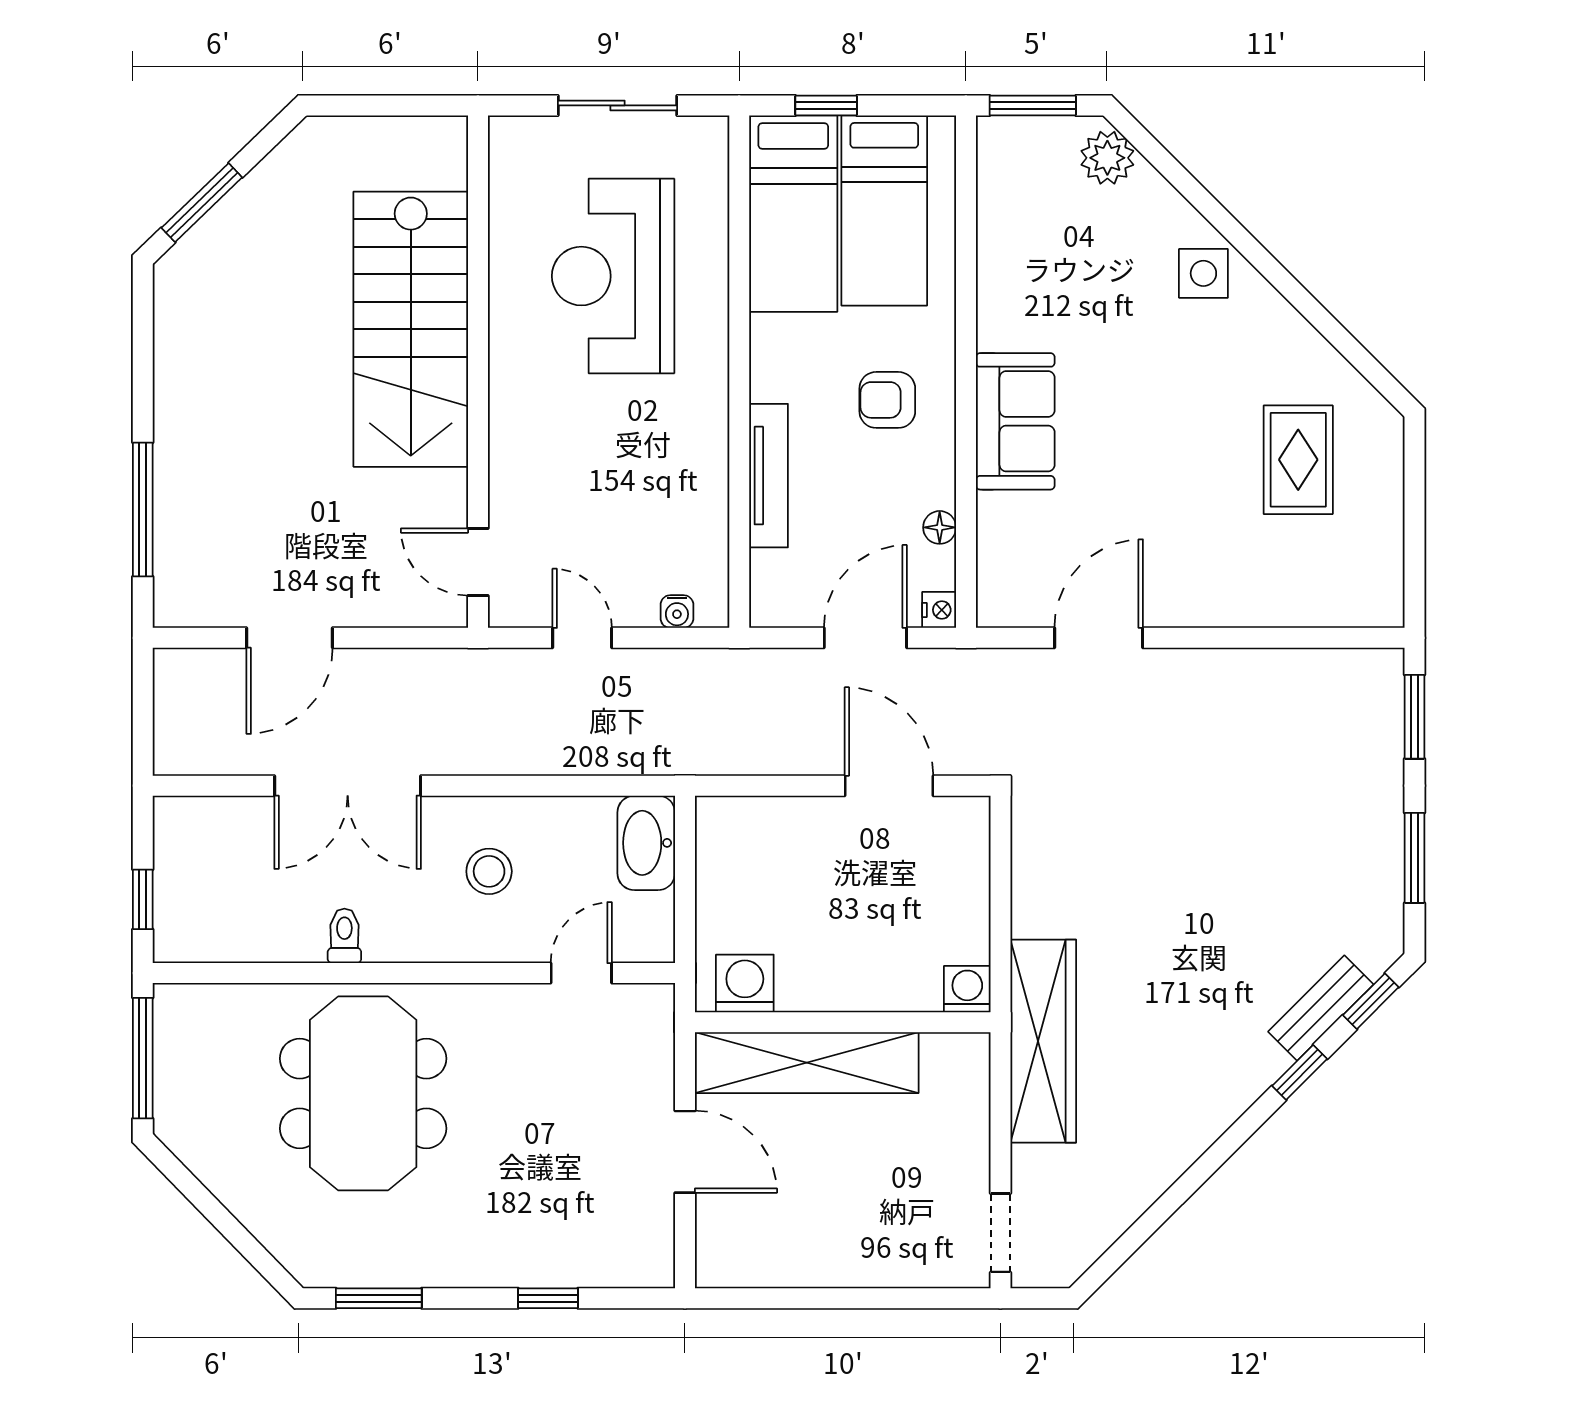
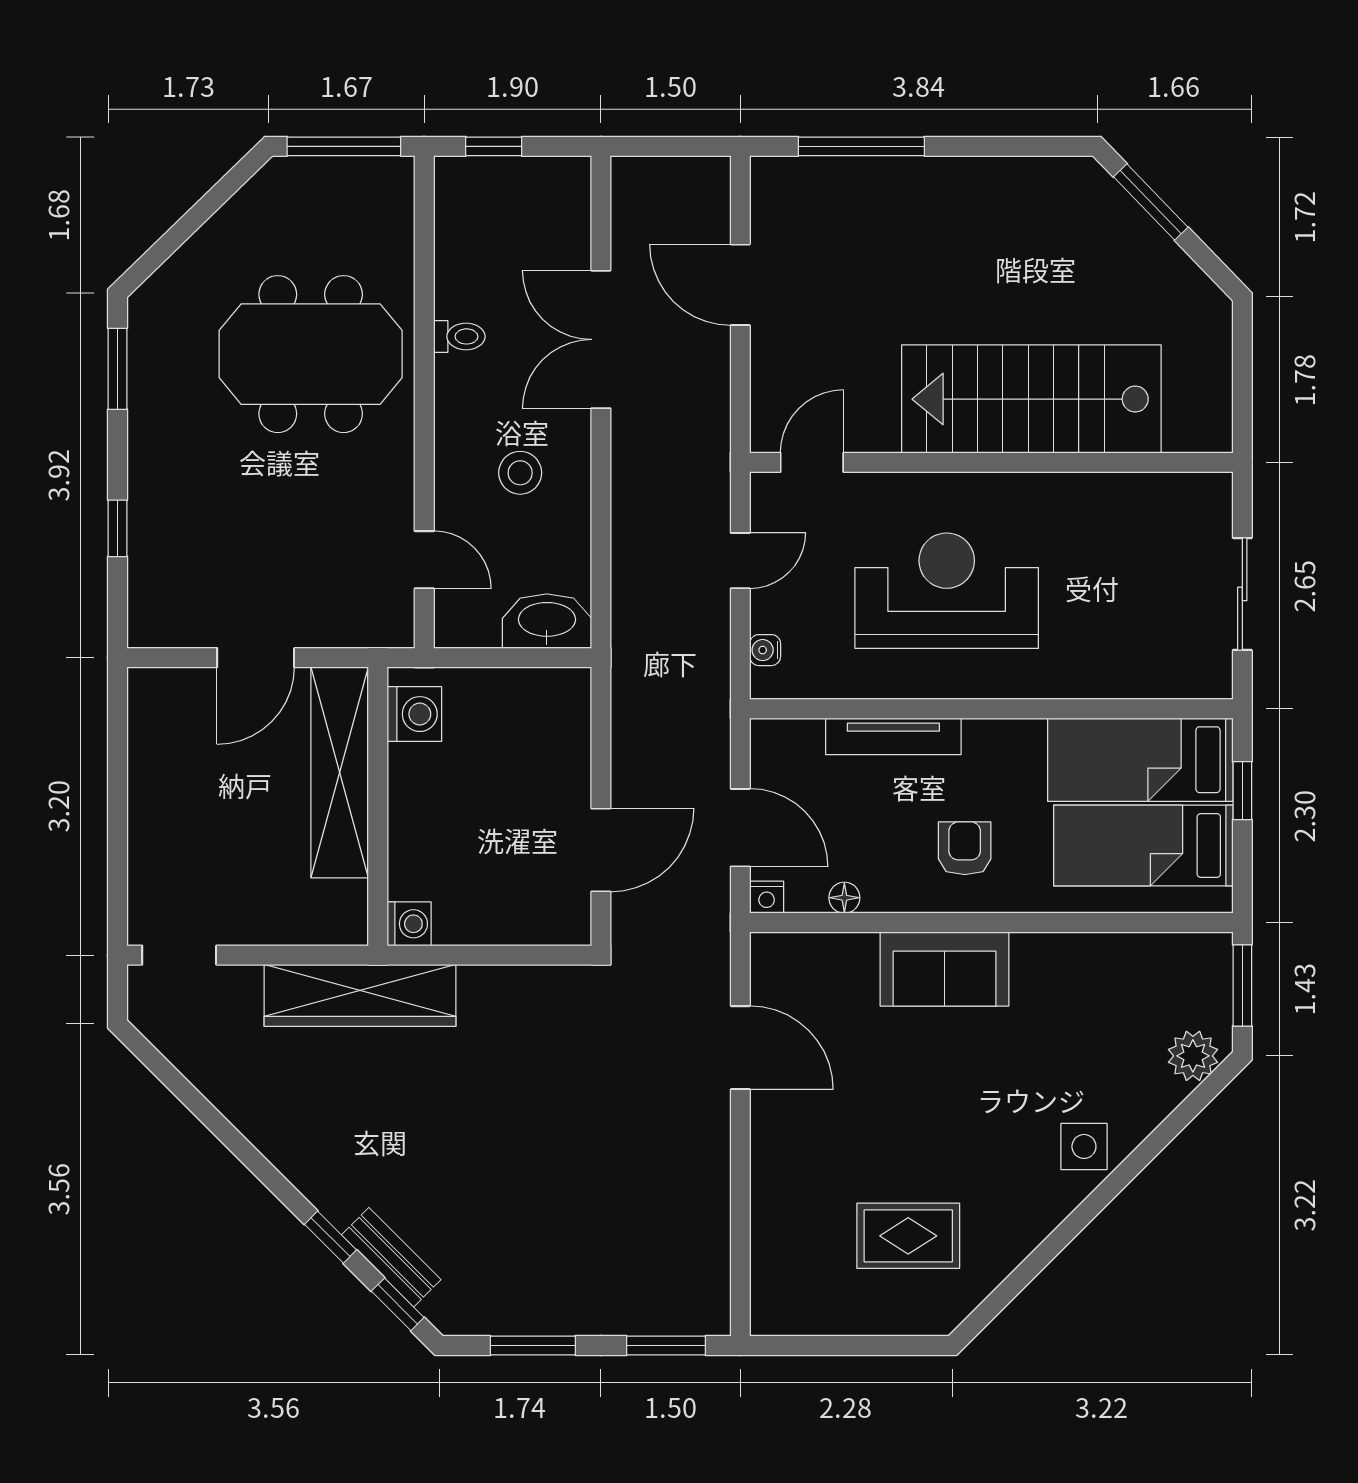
reception desk: (613, 276) -> (947, 591), moved

